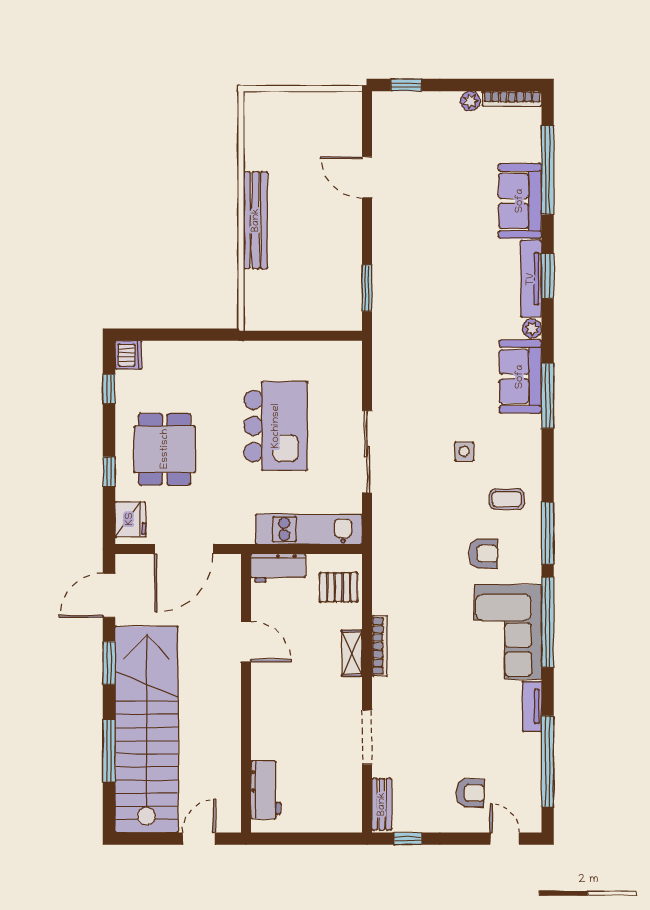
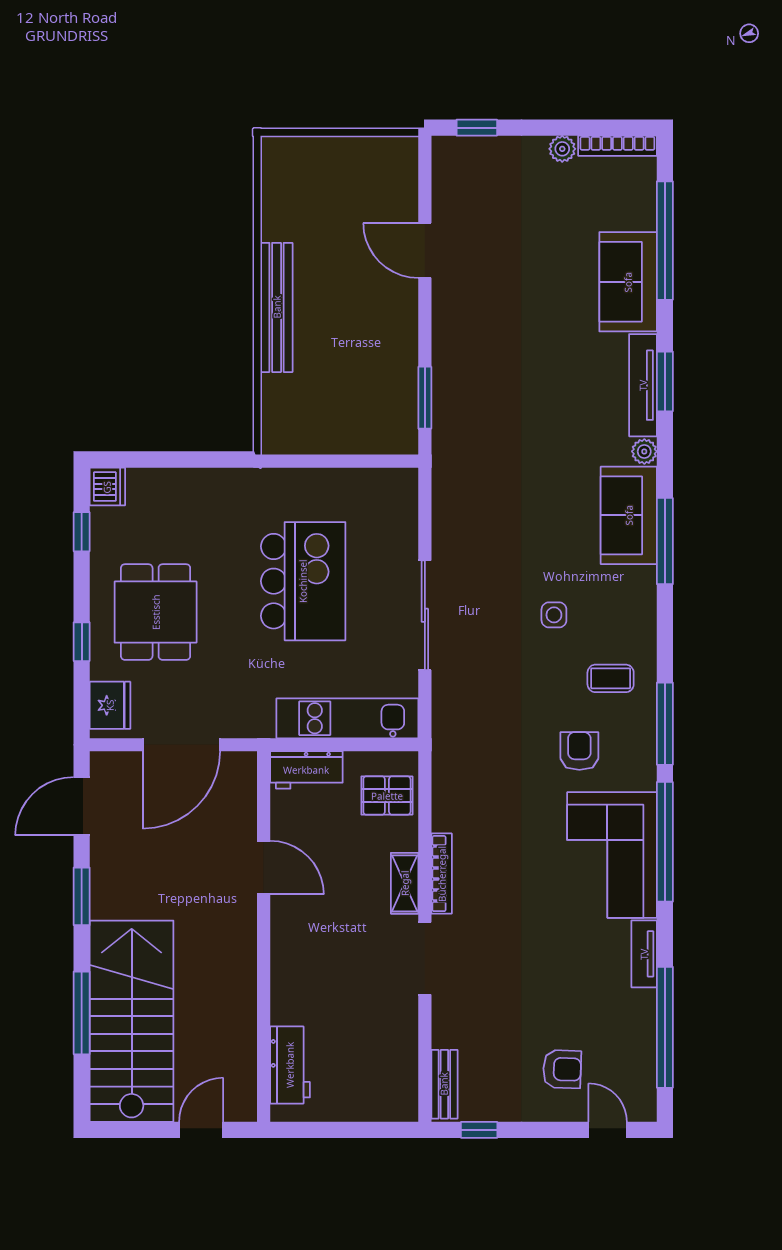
armchair: (483, 554) -> (579, 751), turned -90
stairs: (147, 729) -> (132, 1021), width x0.73
doorway: (367, 737) -> (425, 958), moved

